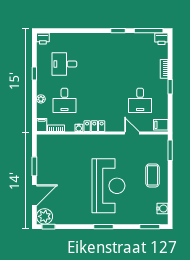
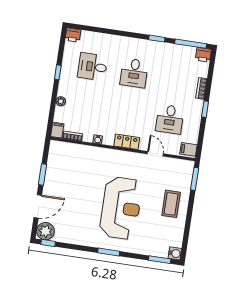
desk: (64, 100) -> (134, 73), moved
locker: (94, 126) -> (127, 142), moved
water cooler: (163, 209) -> (175, 253), moved

